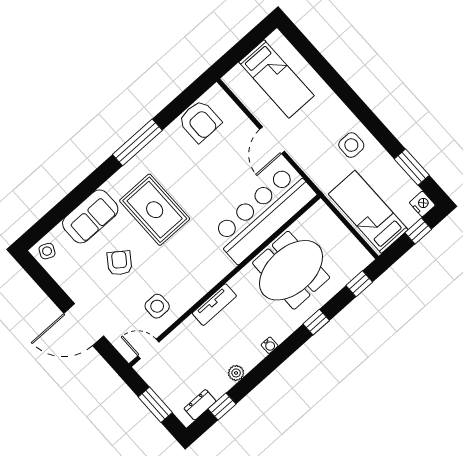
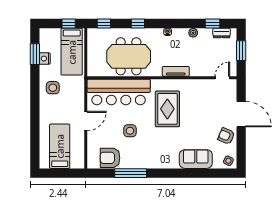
armchair: (200, 121) -> (110, 158), turned -90
window: (137, 142) -> (131, 173), moved
nightstand: (422, 204) -> (45, 59), moved
rug: (155, 210) -> (167, 109), moved
window: (418, 231) -> (69, 24), moved
armchair: (120, 263) -> (226, 136), moved, turned 77
side table: (157, 306) -> (130, 131), moved
door: (148, 349) -> (222, 78), swing flipped

